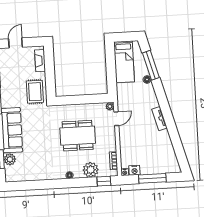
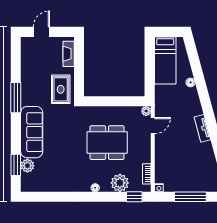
window: (151, 65) -> (196, 66), removed
nightstand: (134, 170) -> (170, 186), removed

